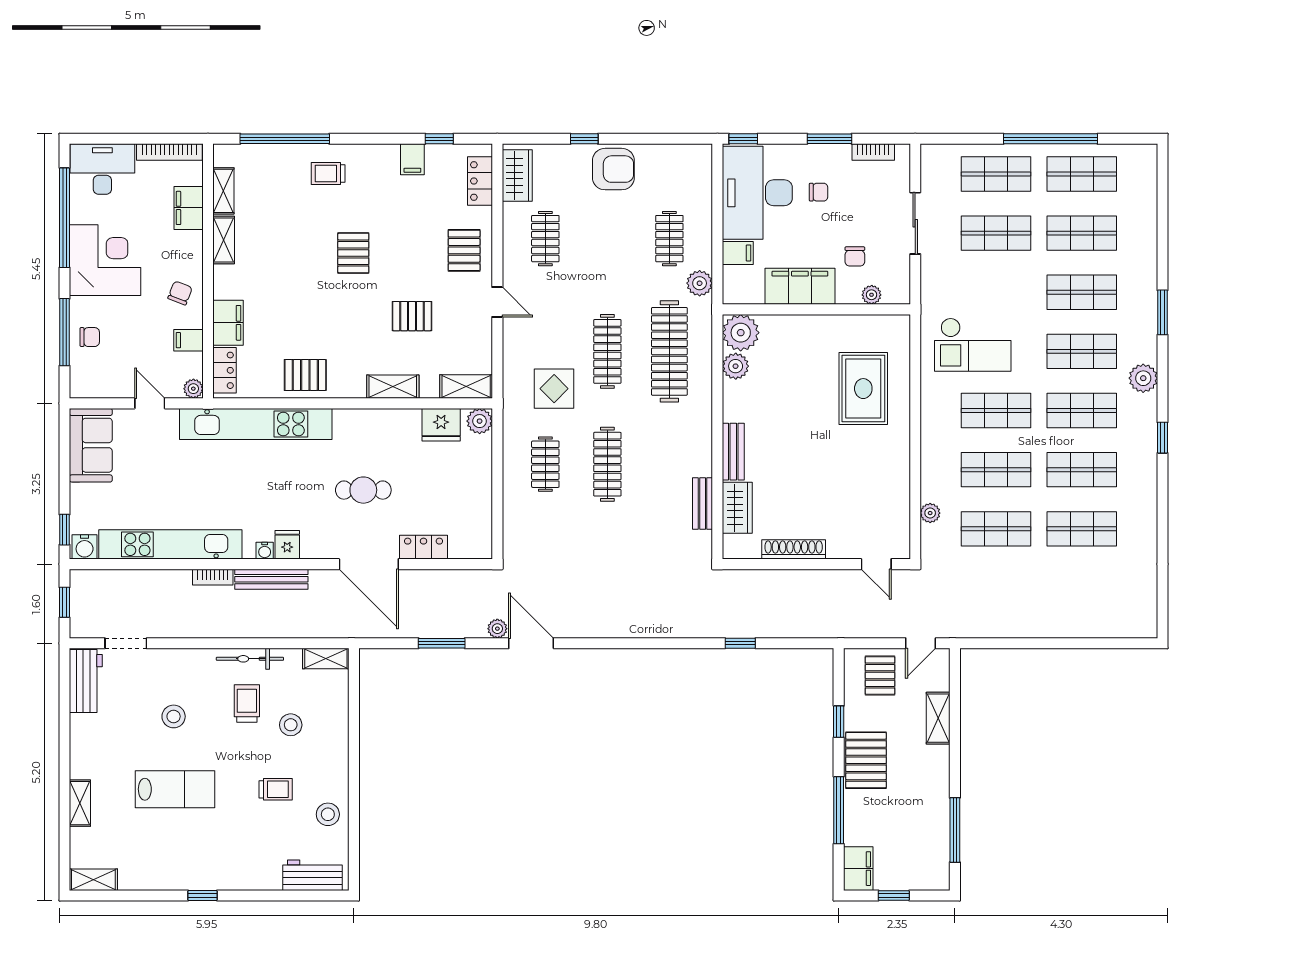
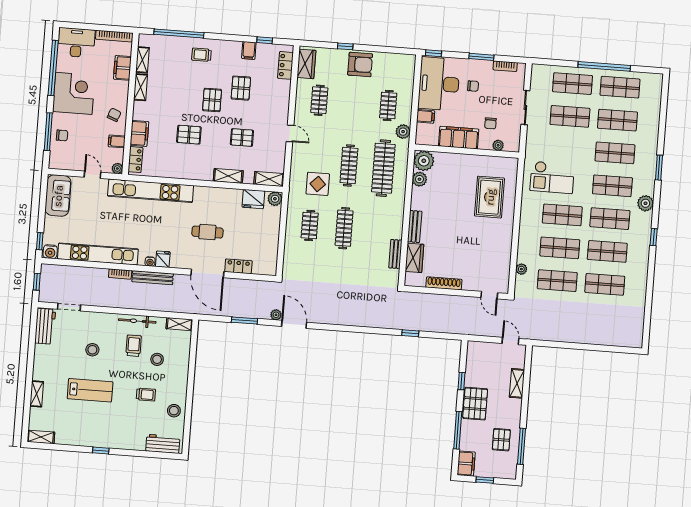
pallet: (464, 250) -> (241, 88), moved
pallet: (305, 375) -> (189, 135), moved
door: (921, 643) -> (510, 341), swing flipped
pallet: (880, 675) -> (501, 440), moved

